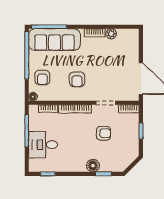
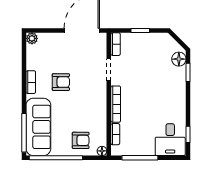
plant: (111, 34) -> (32, 38), moved
armchair: (77, 79) -> (61, 82), moved
armchair: (103, 133) -> (143, 72), removed
desk: (43, 145) -> (170, 140), moved
floor lamp: (93, 166) -> (179, 59), moved

